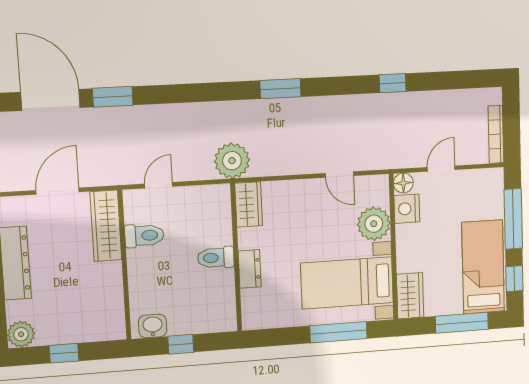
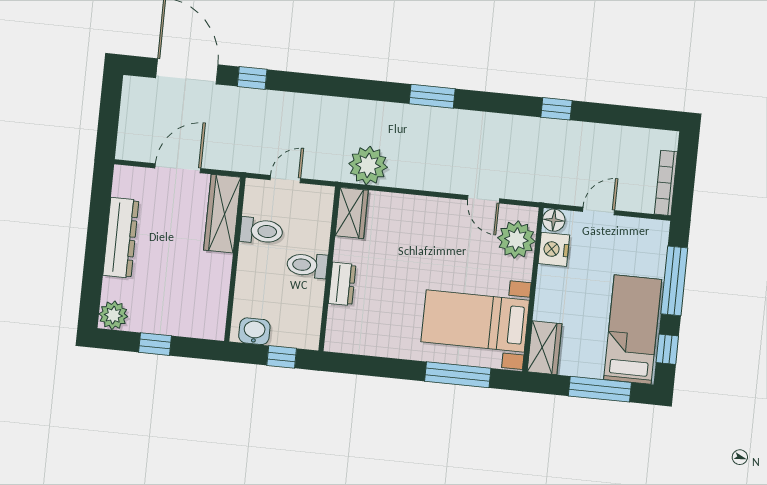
window: (113, 97) -> (252, 78), width x0.67
wardrobe: (249, 205) -> (352, 213), moved
plant: (374, 224) -> (516, 240), moved
toilet: (216, 258) -> (307, 265), moved
wall: (236, 258) -> (329, 269), moved
dresser: (250, 269) -> (342, 284), moved

